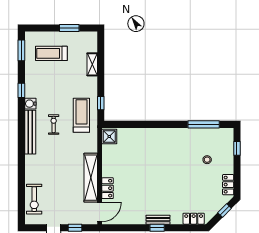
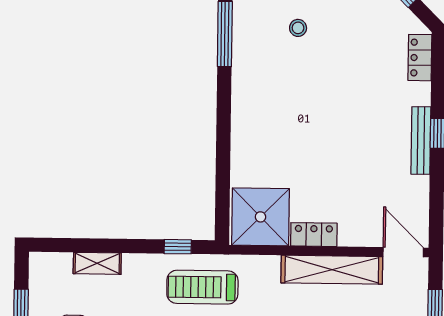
shower: (109, 136) -> (260, 217), width x1.86, depth x1.86
locker: (108, 188) -> (314, 235), moved
bench: (158, 220) -> (421, 141), width x1.36

